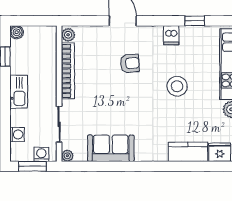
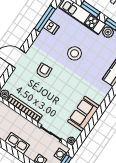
window: (195, 21) -> (45, 19), width x2.17
dishwasher: (171, 35) -> (51, 27), moved

